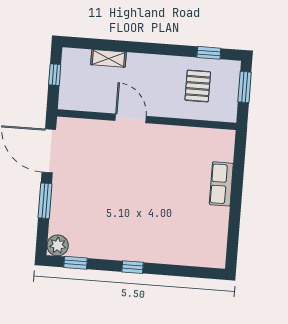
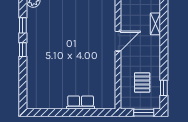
pallet: (198, 86) -> (142, 82), turned 90
window: (75, 263) -> (23, 25), moved

